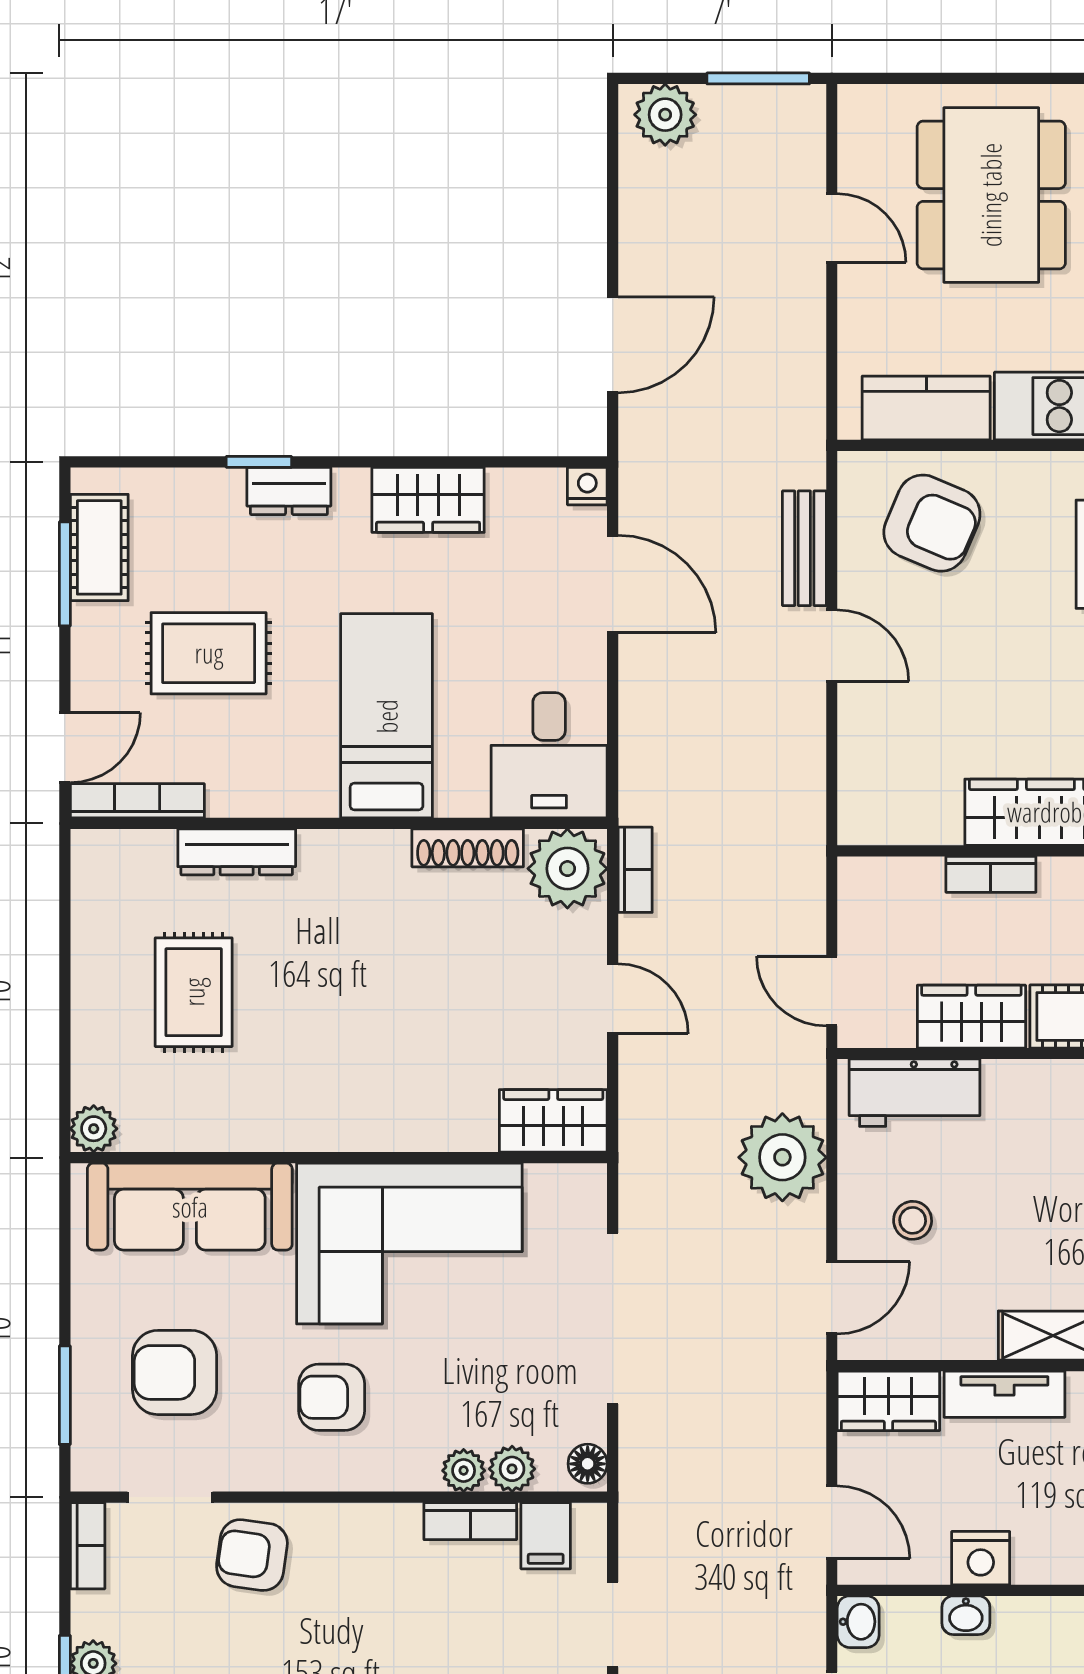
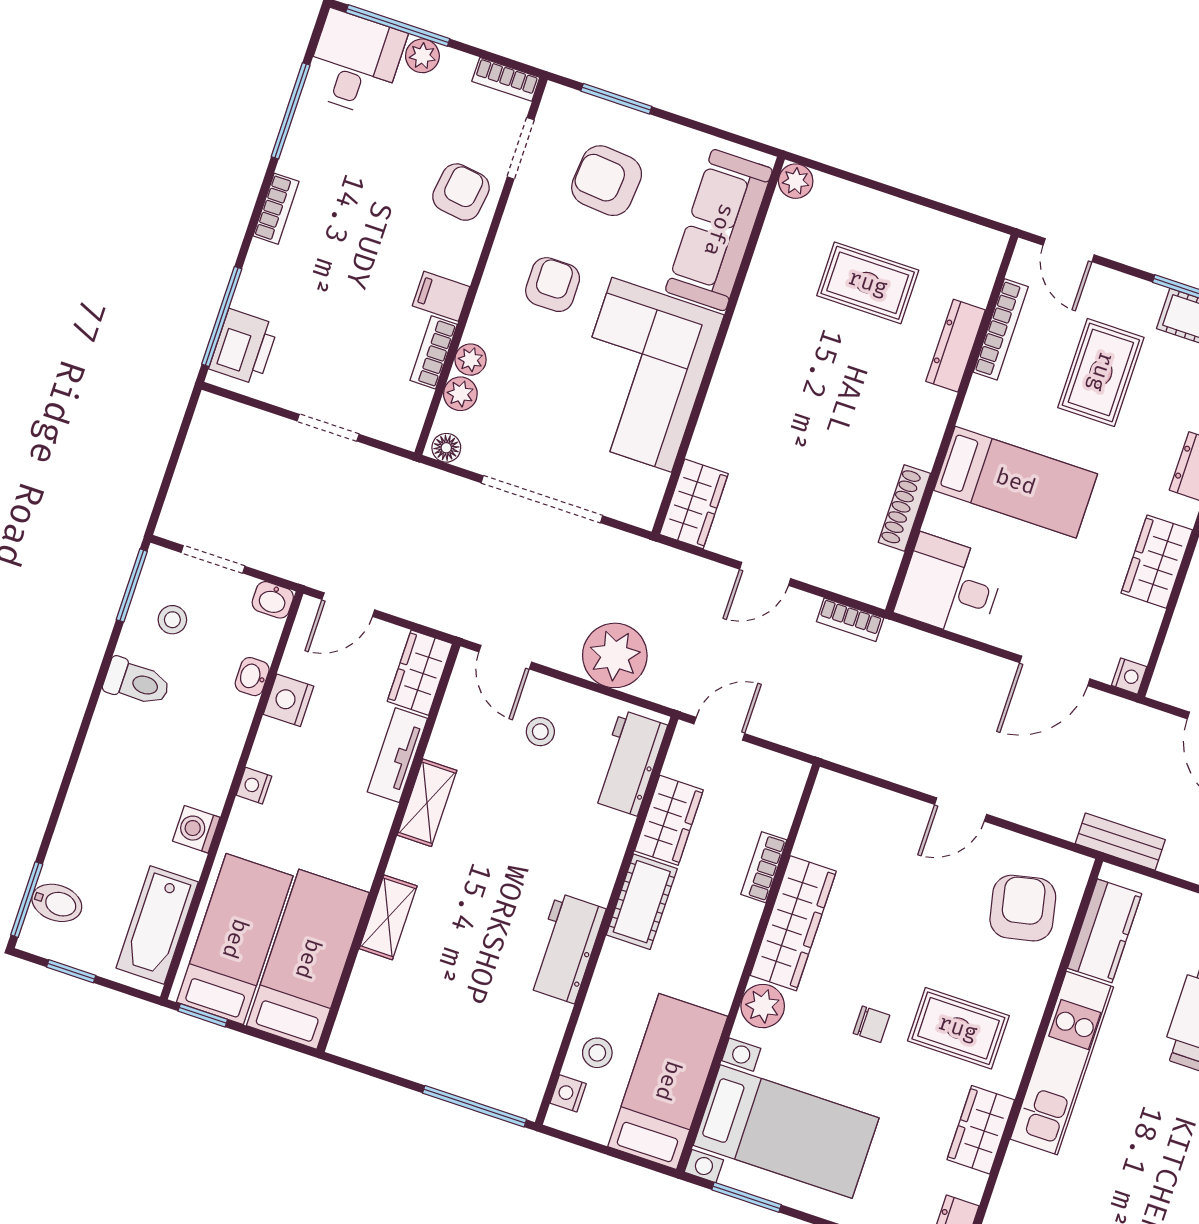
armchair: (932, 523) -> (1023, 908), turned 145
bench: (804, 548) -> (1120, 842), moved
bookcase: (137, 801) -> (1001, 329), moved
plant: (567, 869) -> (867, 573), removed
armchair: (175, 1372) -> (607, 181), turned -85
filing cabinet: (546, 1536) -> (441, 296), moved

